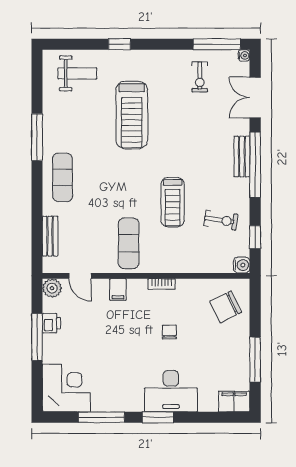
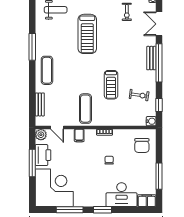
chair: (226, 307) -> (142, 146), turned -64
printer: (51, 323) -> (43, 155), width x1.87, depth x1.48
corner desk: (66, 388) -> (54, 188), width x1.36, depth x1.36
desk: (171, 391) -> (122, 195), moved

